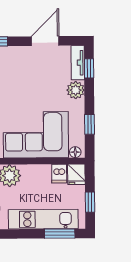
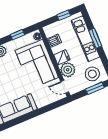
fridge: (76, 174) -> (62, 57), moved
window: (60, 234) -> (95, 38), moved

